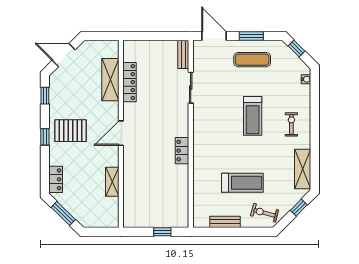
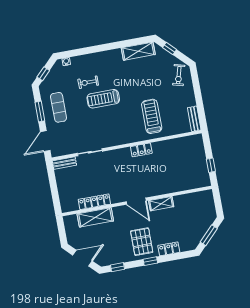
door: (64, 55) -> (82, 258), swing flipped
treadmill: (253, 116) -> (103, 99), turned 180
exercise bike: (291, 124) -> (88, 82), moved
locker: (56, 179) -> (169, 249), moved
shelving: (112, 182) -> (161, 204), moved
treadmill: (242, 183) -> (152, 116), moved
bench: (225, 222) -> (194, 119), moved
window: (162, 232) -> (211, 165), moved

